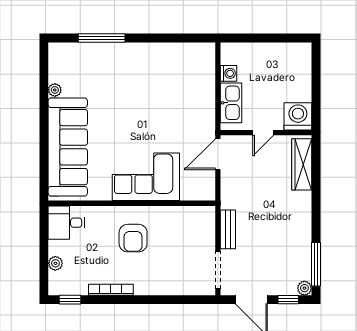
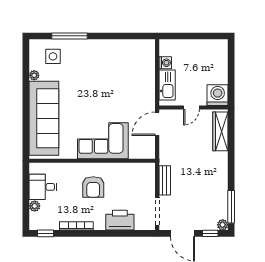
side table: (80, 65) -> (53, 56), added
desk: (66, 223) -> (43, 187), moved
printer: (168, 282) -> (120, 220), added

